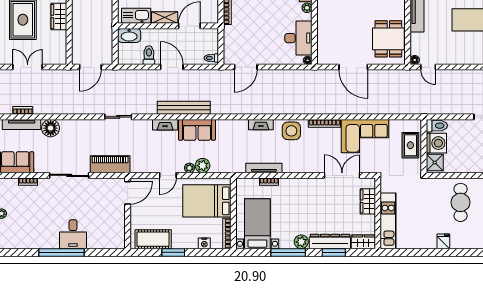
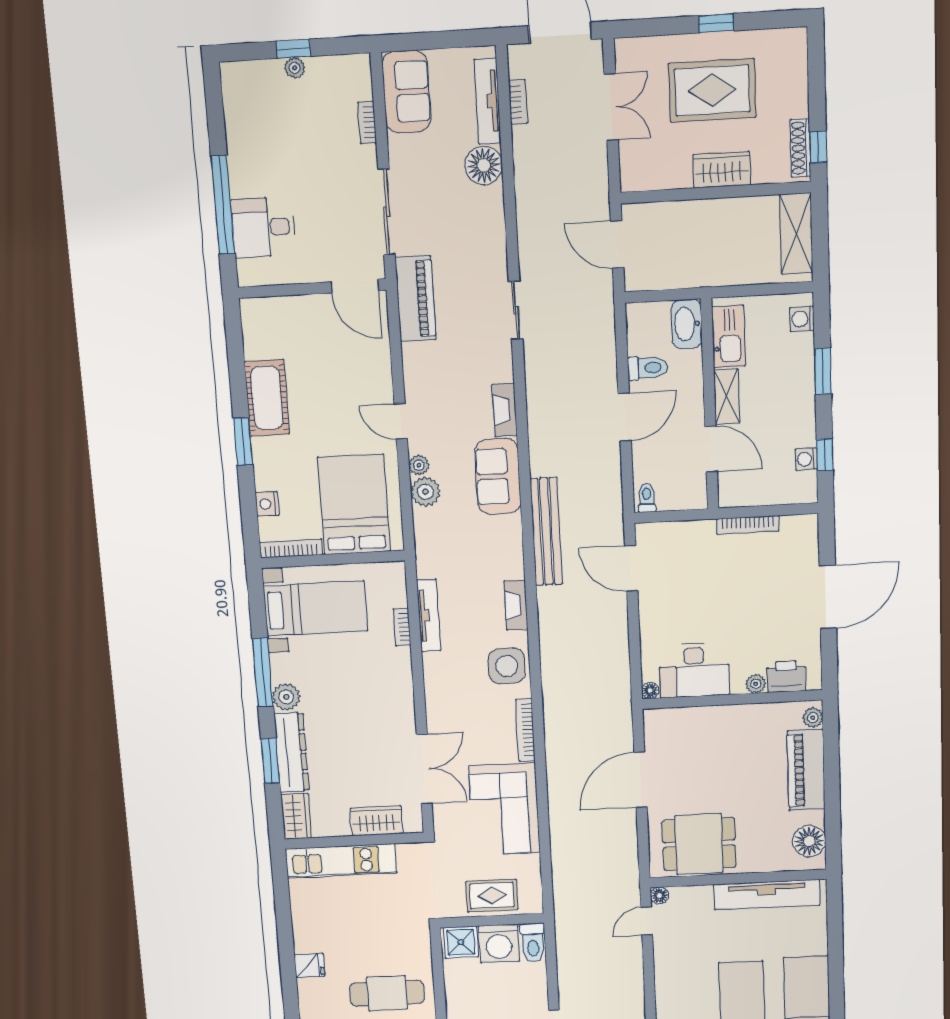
bench: (184, 108) -> (546, 532), moved
door: (128, 193) -> (355, 286), moved
wall: (128, 213) -> (312, 289), moved

